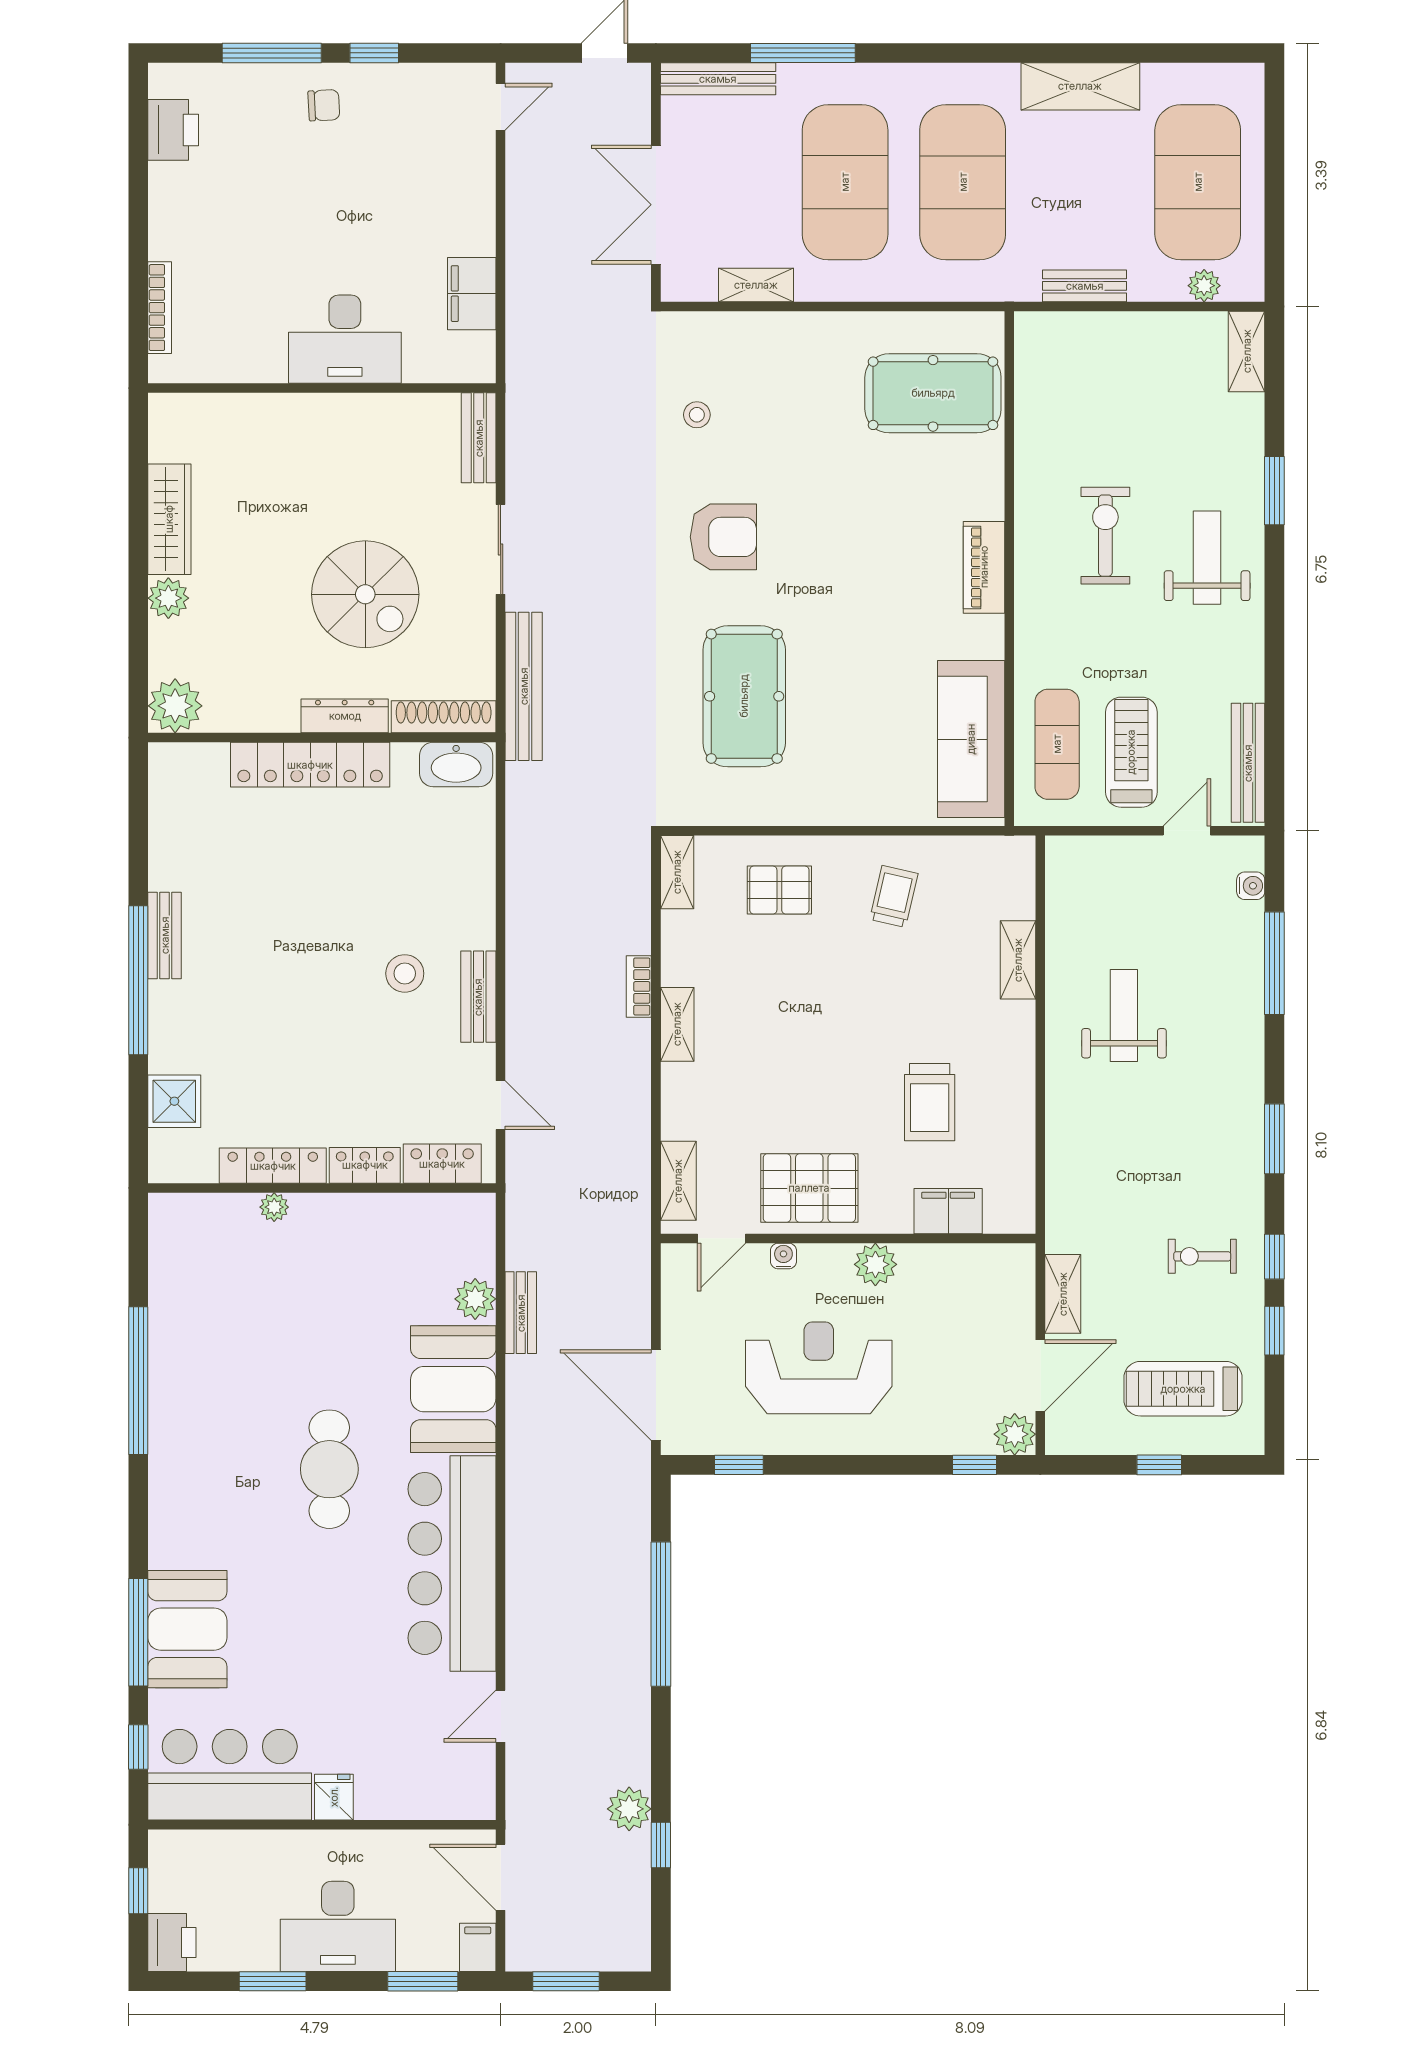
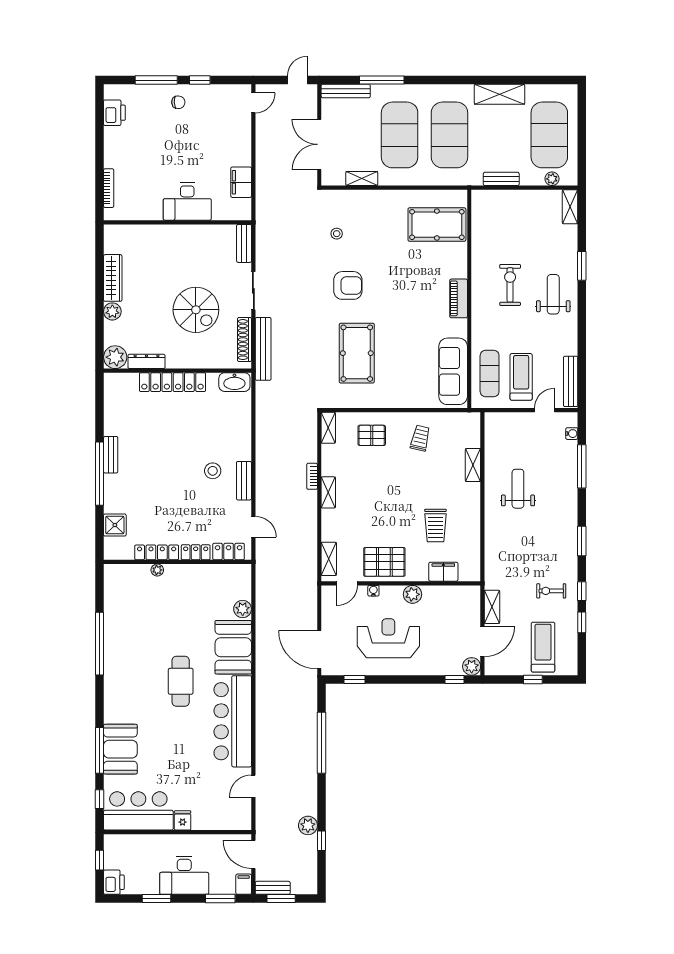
dresser: (345, 716) -> (146, 361), moved
shoe rack: (444, 717) -> (244, 340), moved, turned -90
bench: (521, 1313) -> (273, 888), moved, turned 90
treadmill: (1183, 1389) -> (543, 647), turned 90

